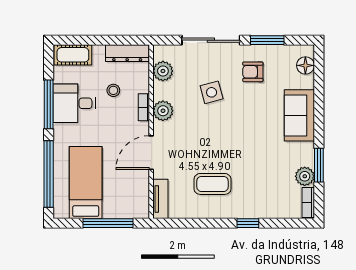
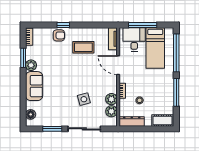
armchair: (253, 72) -> (59, 35), moved
desk: (74, 103) -> (134, 39), moved, turned -90
plant: (163, 111) -> (111, 99), moved
door: (151, 153) -> (118, 65), swing flipped
plant: (305, 176) -> (31, 65), moved

